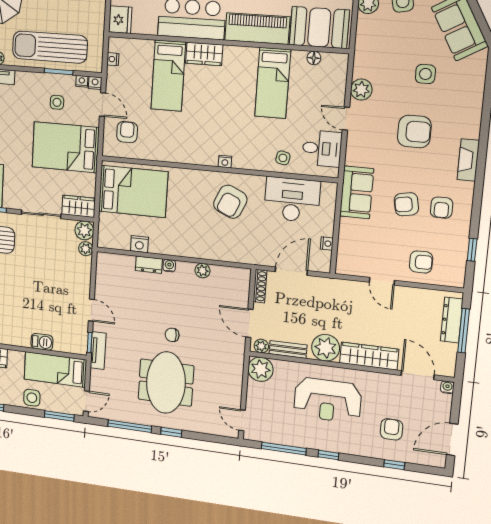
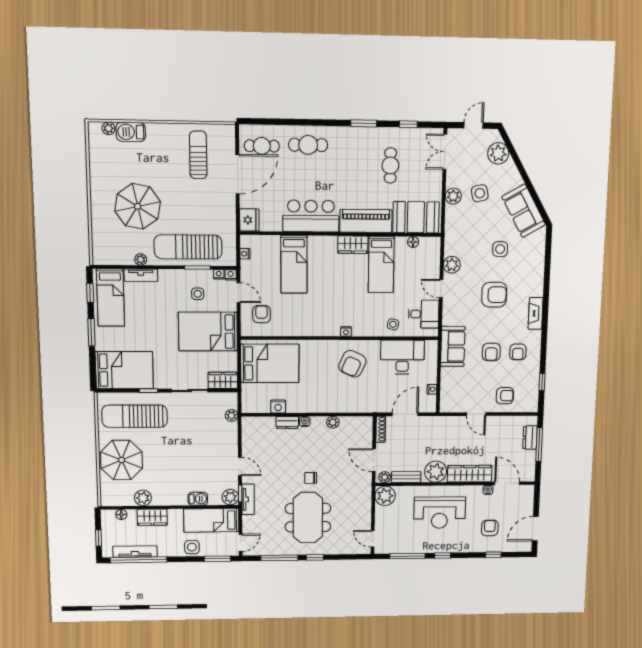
wardrobe: (204, 54) -> (353, 245), moved
armchair: (406, 204) -> (491, 352), turned -79
plant: (84, 230) -> (230, 497), moved
dresser: (452, 320) -> (530, 438), width x0.70
water cooler: (447, 387) -> (488, 490), moved

